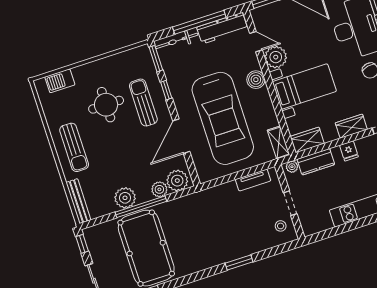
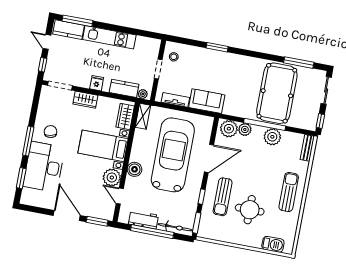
workbench: (222, 28) -> (143, 220), width x0.73
wardrobe: (307, 140) -> (125, 117), moved, turned 90
sofa: (218, 197) -> (207, 101), added
bench: (78, 201) -> (307, 148), width x0.73

